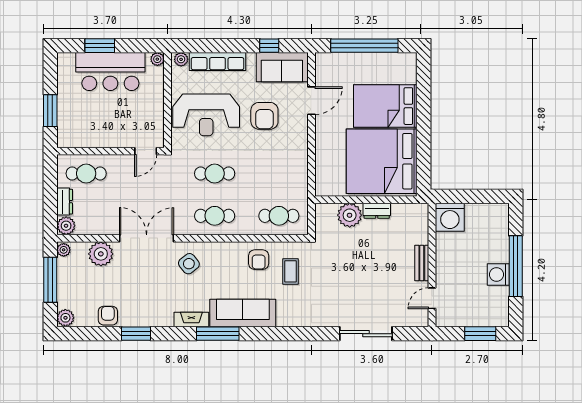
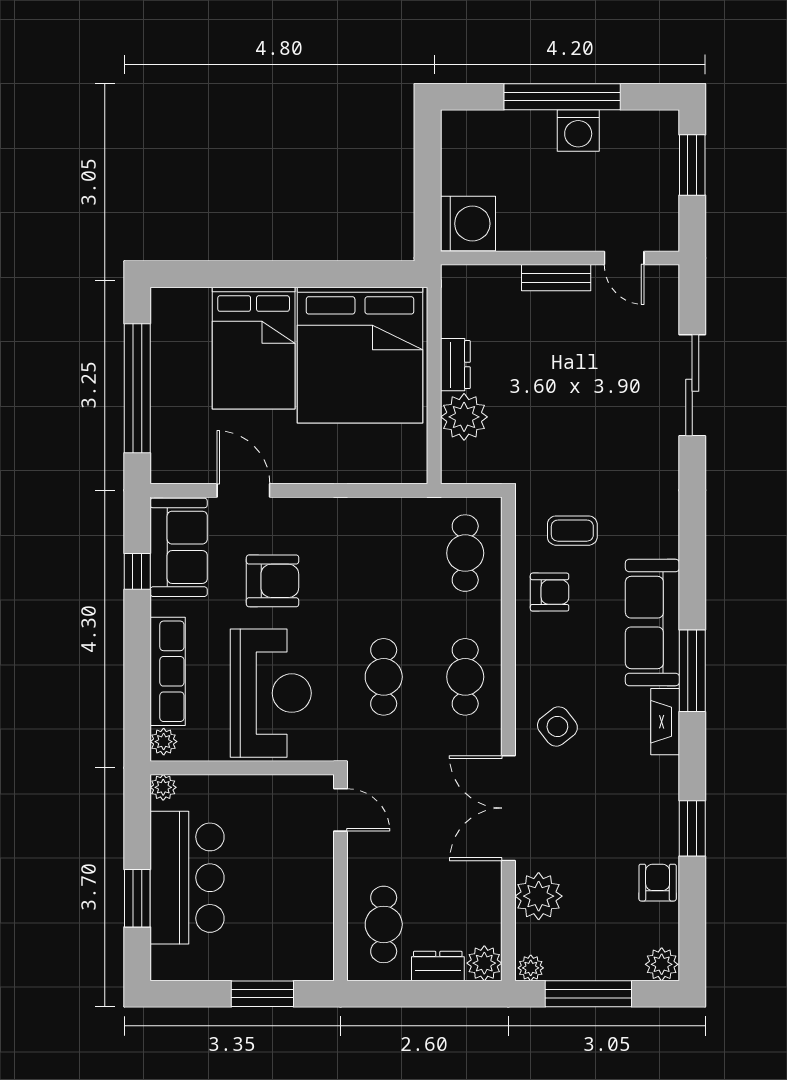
armchair: (108, 316) -> (658, 883), turned 90

